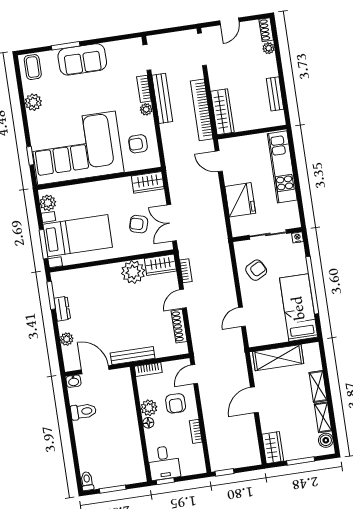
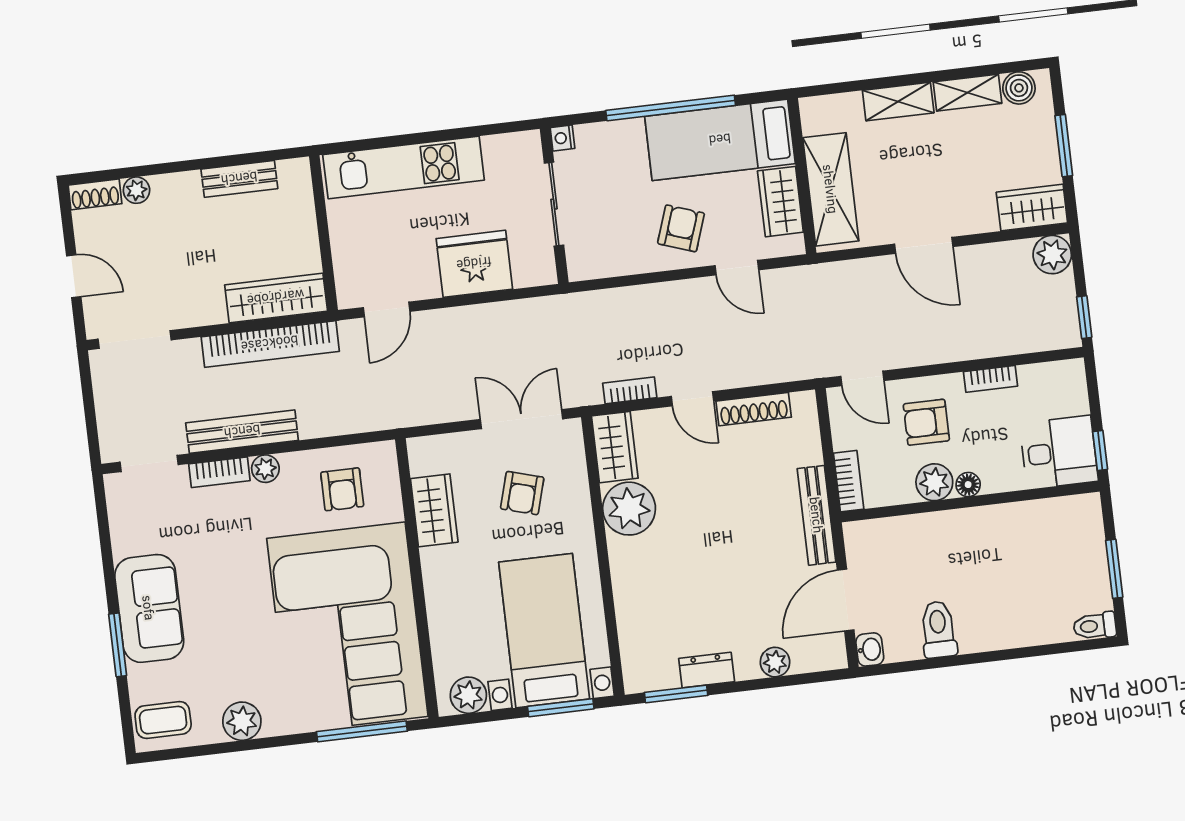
window: (30, 156) -> (362, 731), width x2.17
wardrobe: (148, 182) -> (434, 510), moved
double door: (172, 223) -> (521, 419), swing flipped
armchair: (256, 270) -> (681, 228), moved, turned 47
wardrobe: (272, 335) -> (780, 202), added
armchair: (176, 403) -> (926, 422), turned 180
plant: (252, 457) -> (1052, 255), added

